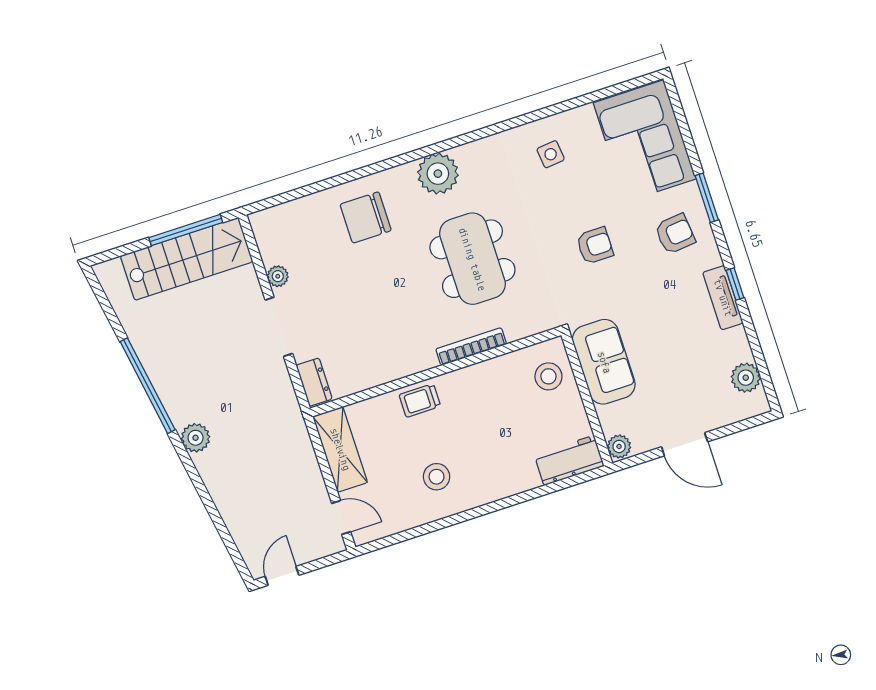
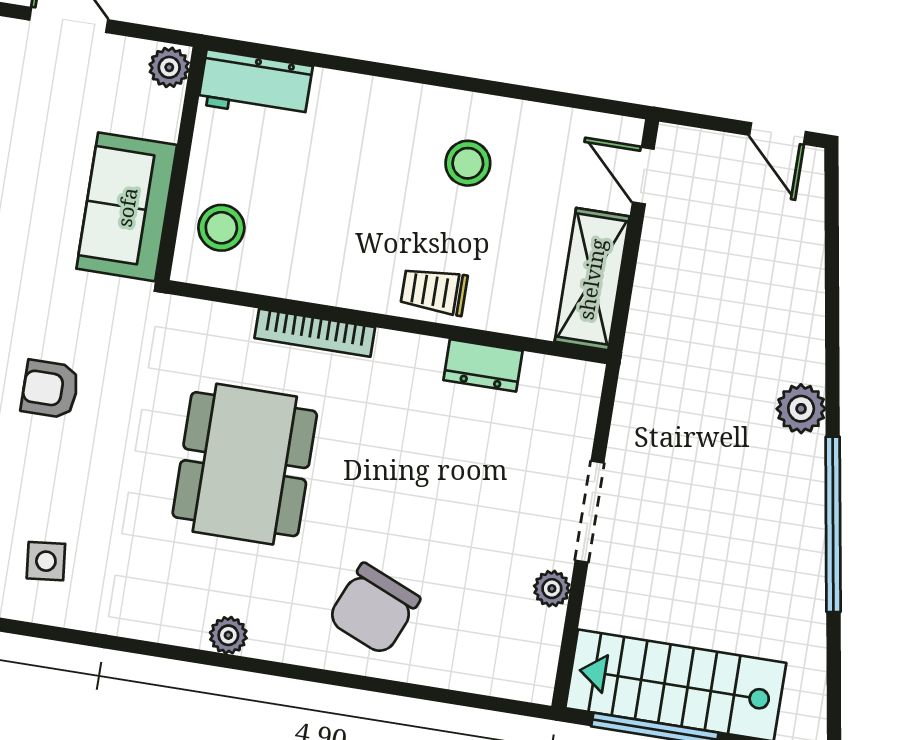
plant: (438, 174) -> (228, 635), width x0.53, depth x0.53
chair: (366, 217) -> (374, 609), turned 113
dresser: (314, 382) -> (483, 365), moved, turned -90
trolley: (420, 400) -> (434, 291), turned 180
door: (282, 576) -> (778, 133), hinge flipped

